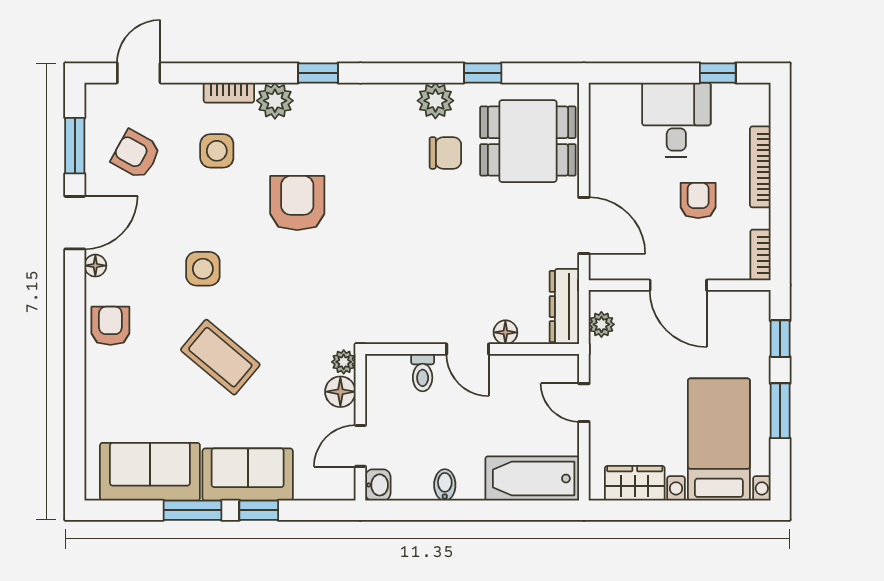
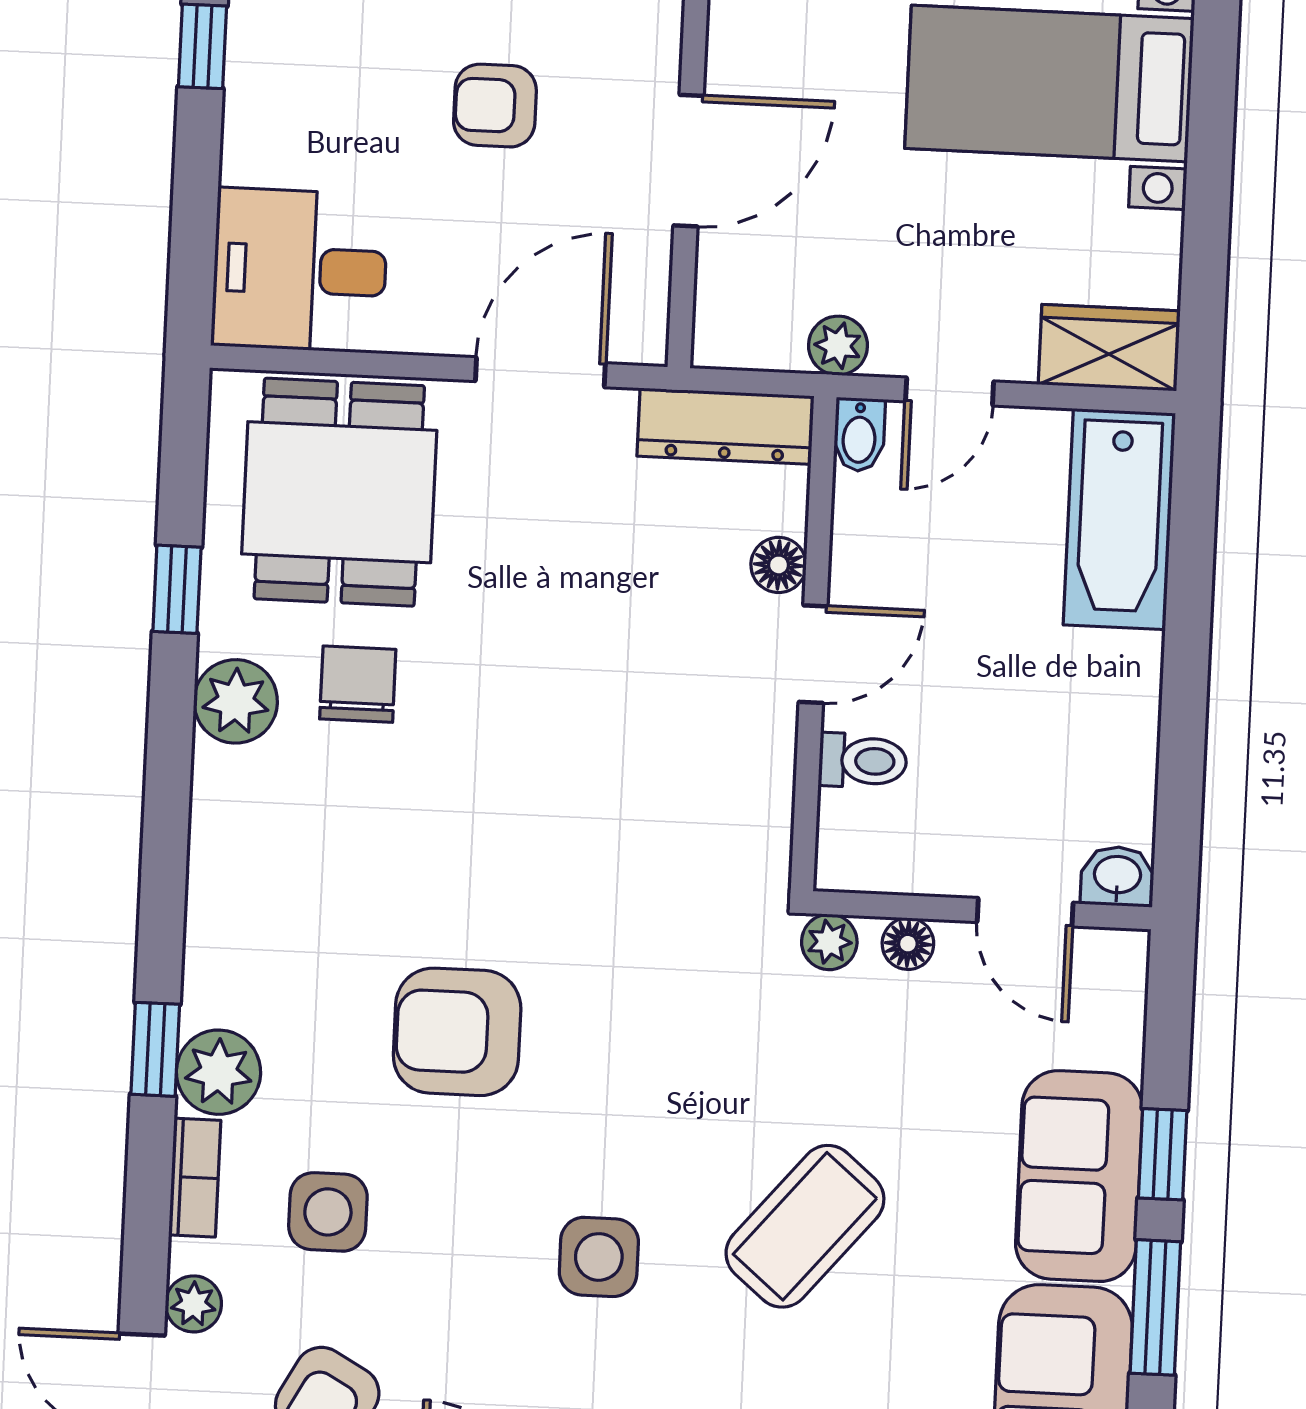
window: (318, 73) -> (155, 1049), moved
plant: (174, 95) -> (193, 1304), added
desk: (676, 120) -> (300, 270), moved
plant: (601, 324) -> (838, 346), moved
floor lamp: (340, 392) -> (908, 944), width x0.73, depth x0.73
wardrobe: (635, 483) -> (1109, 348), moved, turned 90
bidet: (445, 485) -> (859, 435), moved, turned -90

